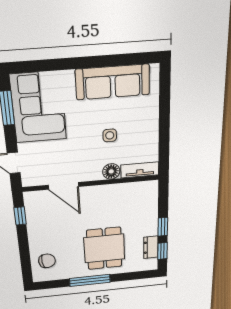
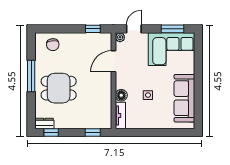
plant: (28, 180) -> (120, 37), added
window: (163, 227) -> (93, 133), moved
dresser: (151, 247) -> (44, 124), moved

